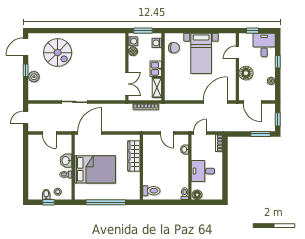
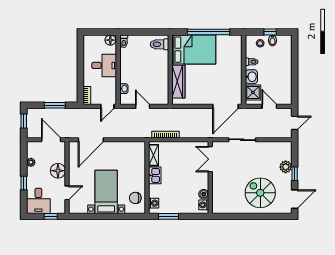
washing machine: (133, 41) -> (204, 205), moved
boiler: (133, 51) -> (204, 194), moved
wall: (127, 67) -> (210, 177), moved
double door: (127, 84) -> (210, 159), moved
window: (261, 134) -> (55, 105), moved
shower: (64, 146) -> (253, 92), added
bed: (95, 169) -> (194, 50), moved, turned 180

